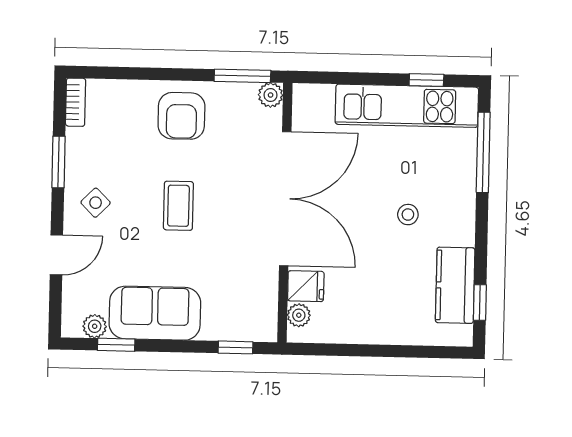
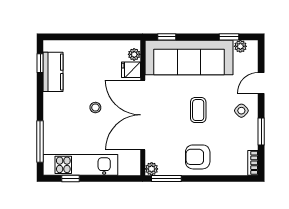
armchair: (181, 116) -> (198, 157), turned -90
stool: (408, 215) -> (95, 107), moved
sofa: (155, 313) -> (189, 58), width x1.85, depth x1.27

